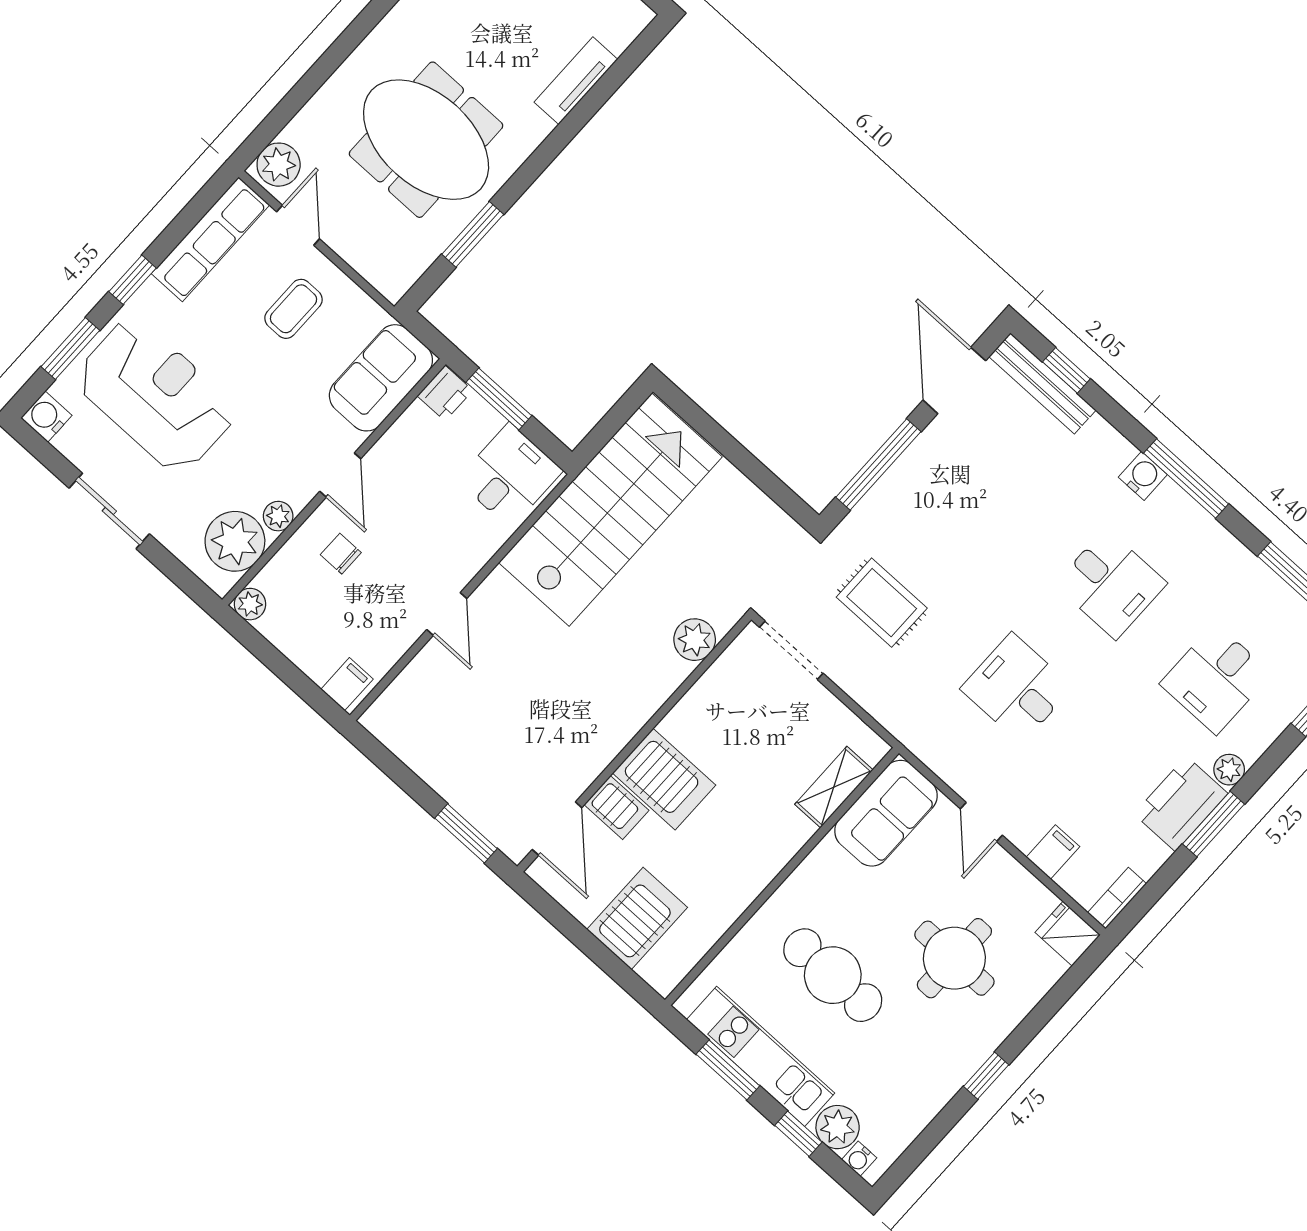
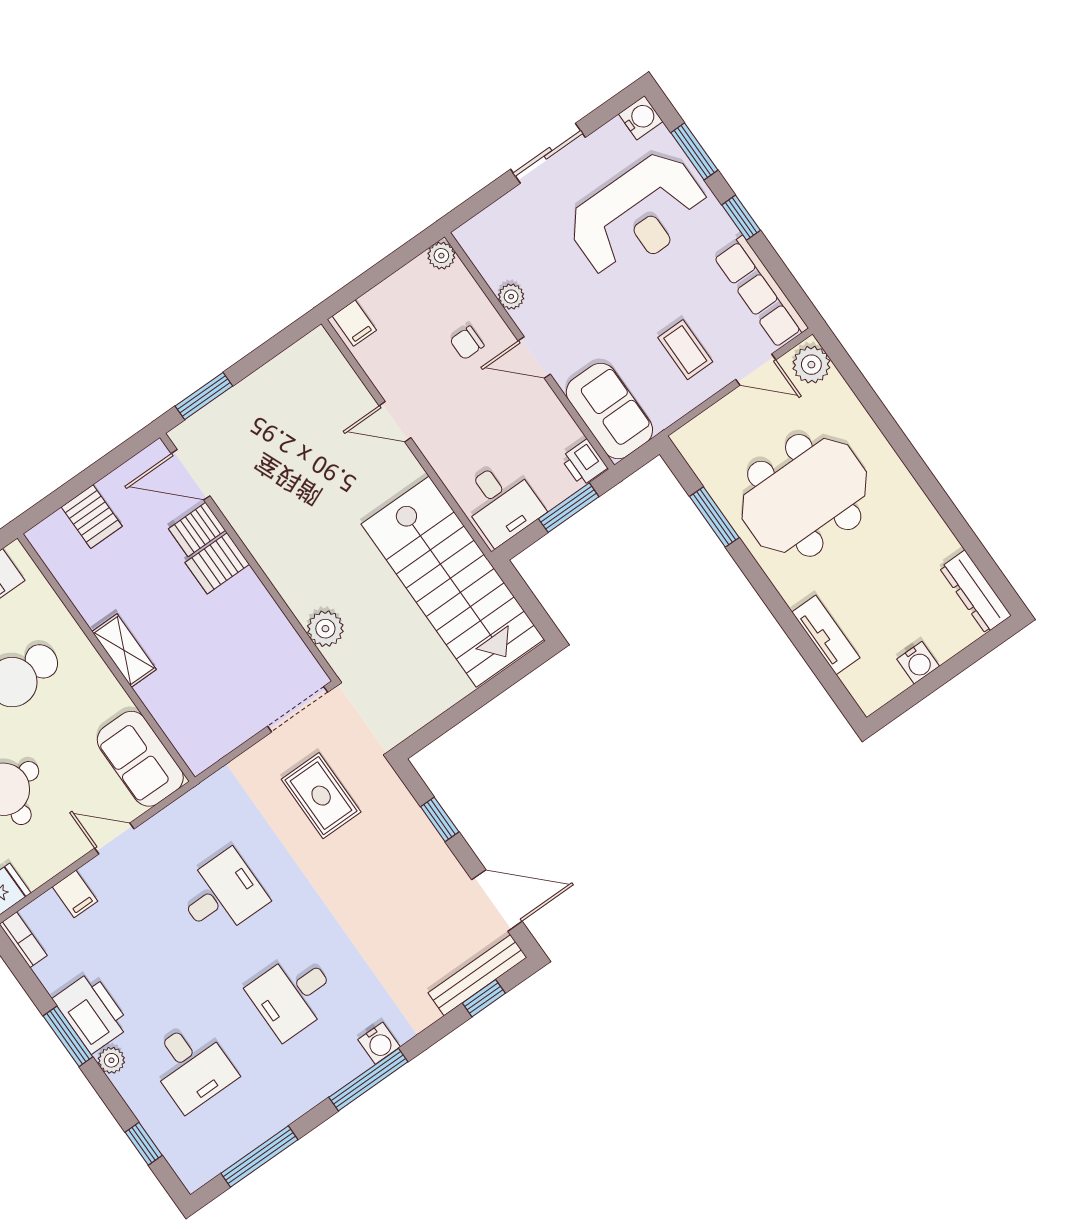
window: (878, 464) -> (440, 819), width x0.46
plant: (235, 541) -> (498, 255), removed
chair: (341, 554) -> (467, 343), turned 180
rug: (882, 603) -> (321, 796), turned 90
desk: (1216, 679) -> (192, 1066), turned 180
server rack: (664, 779) -> (217, 563), width x0.73, depth x0.70
shelving: (834, 787) -> (124, 650), moved
server rack: (637, 918) -> (92, 517), width x0.73, depth x0.70

